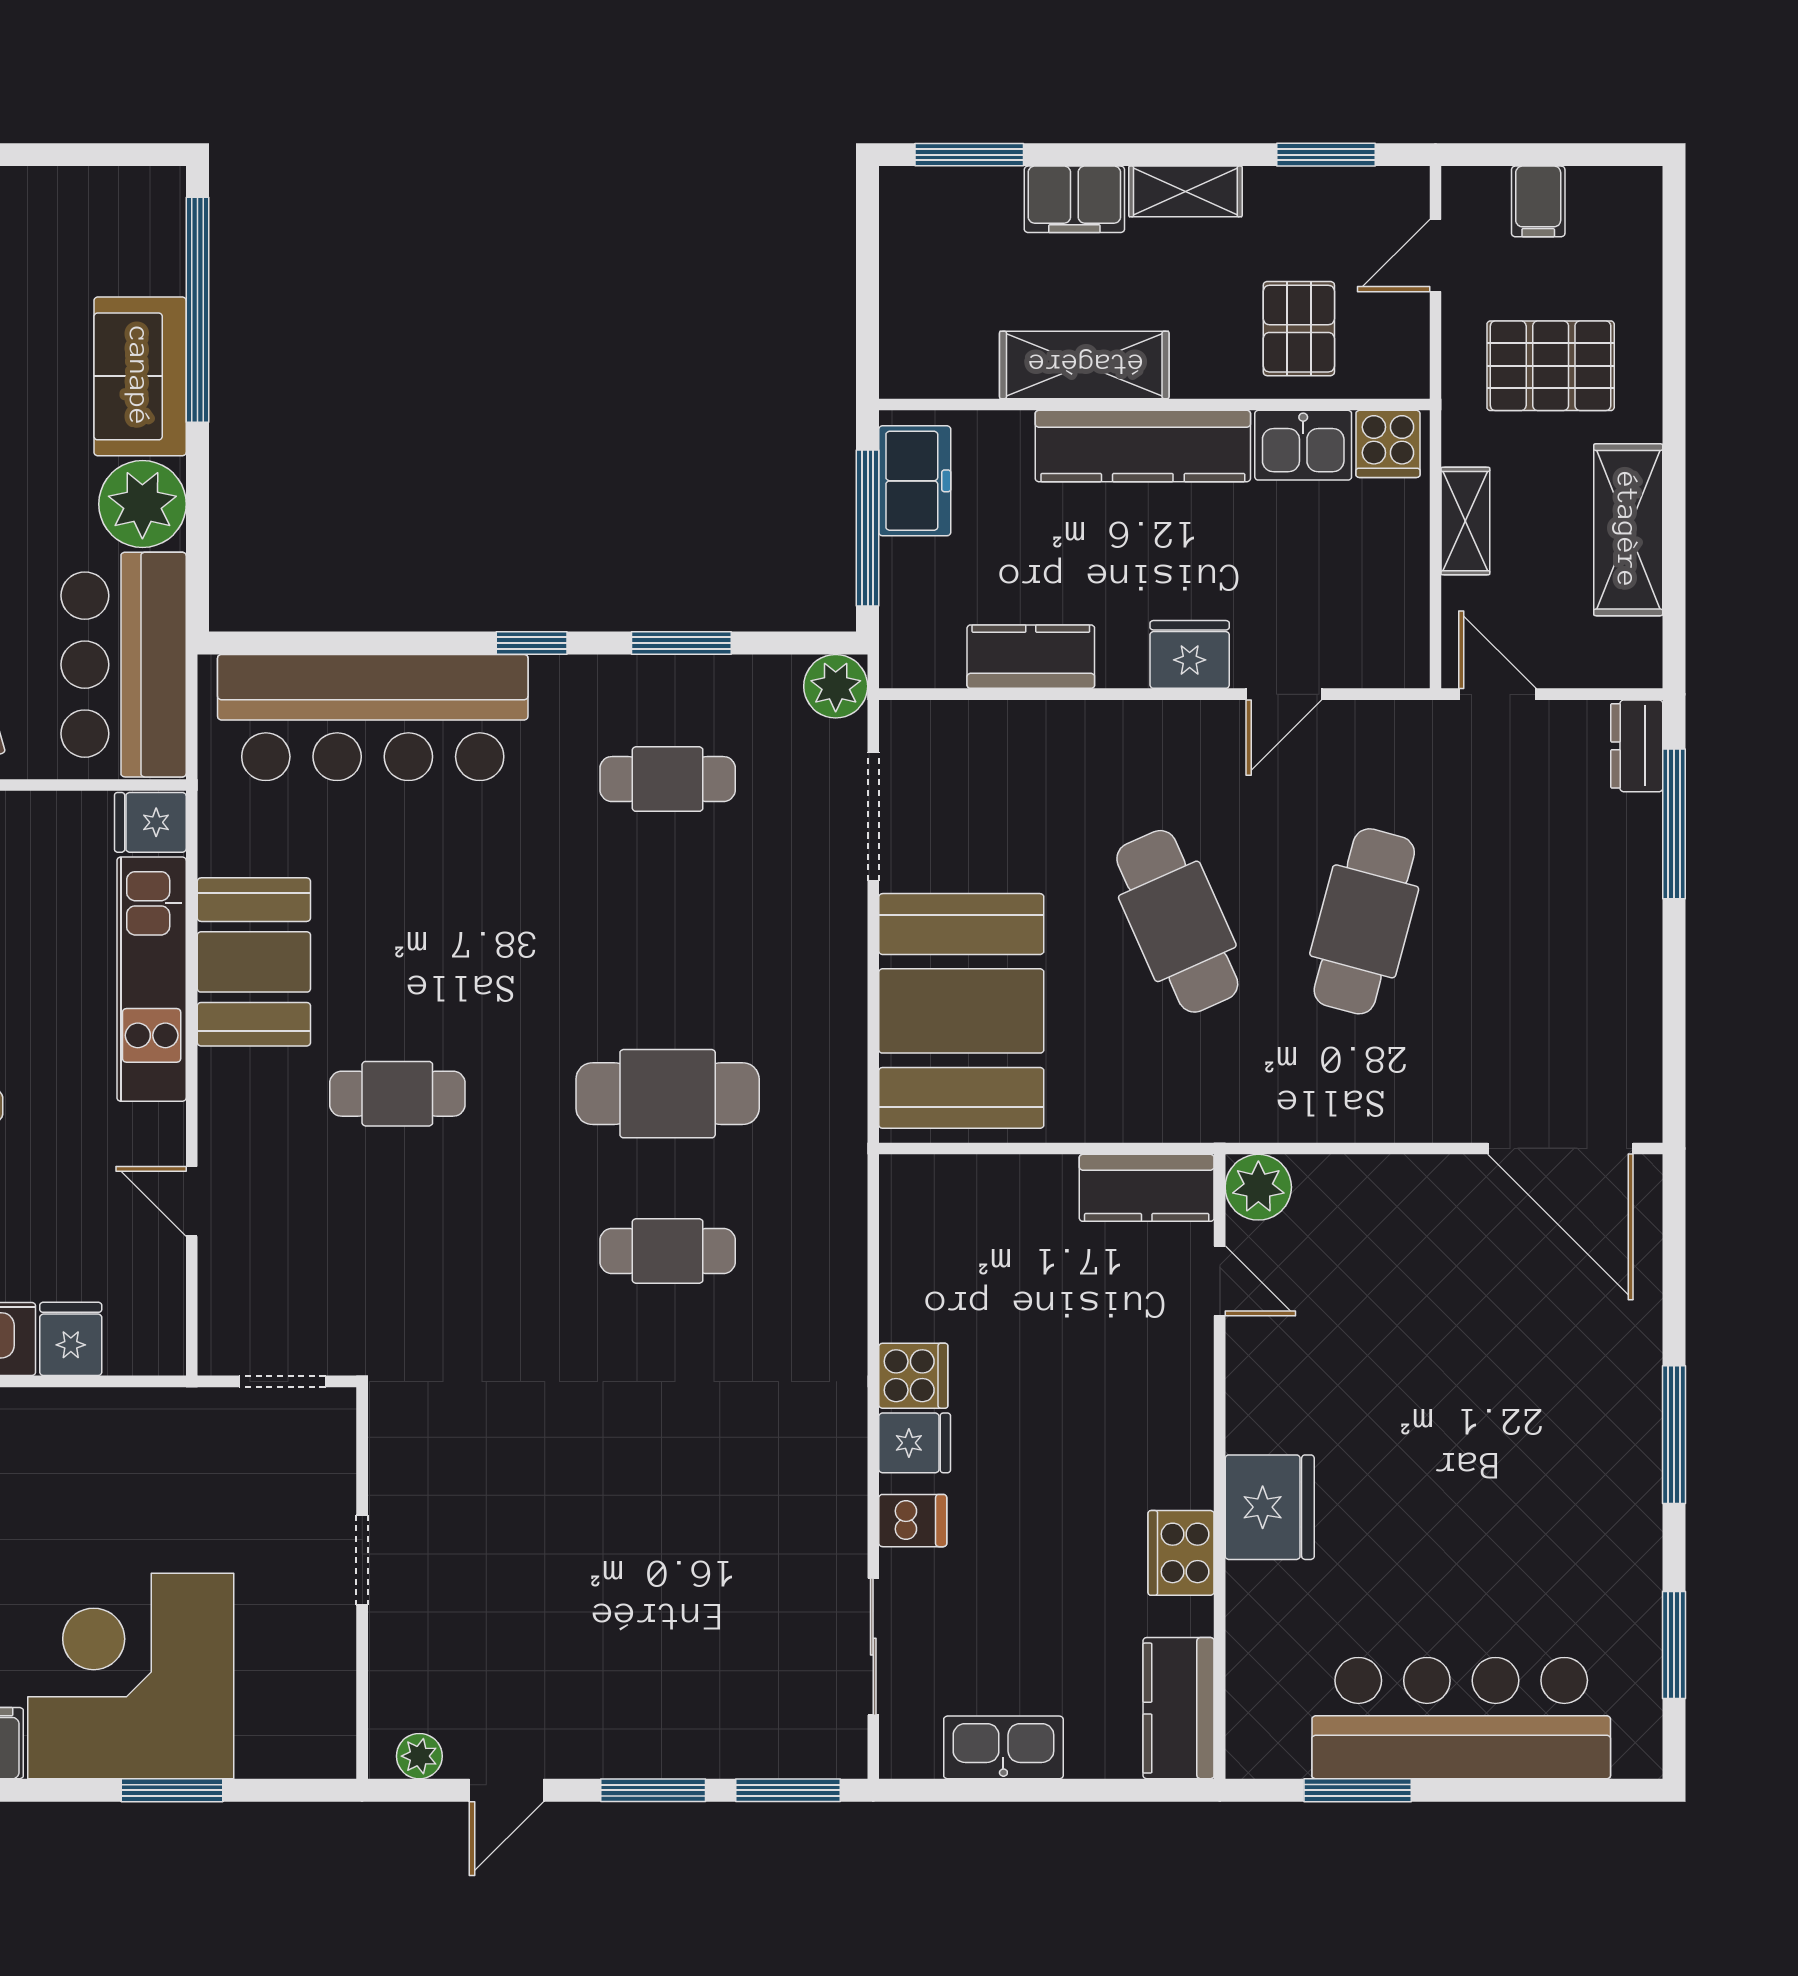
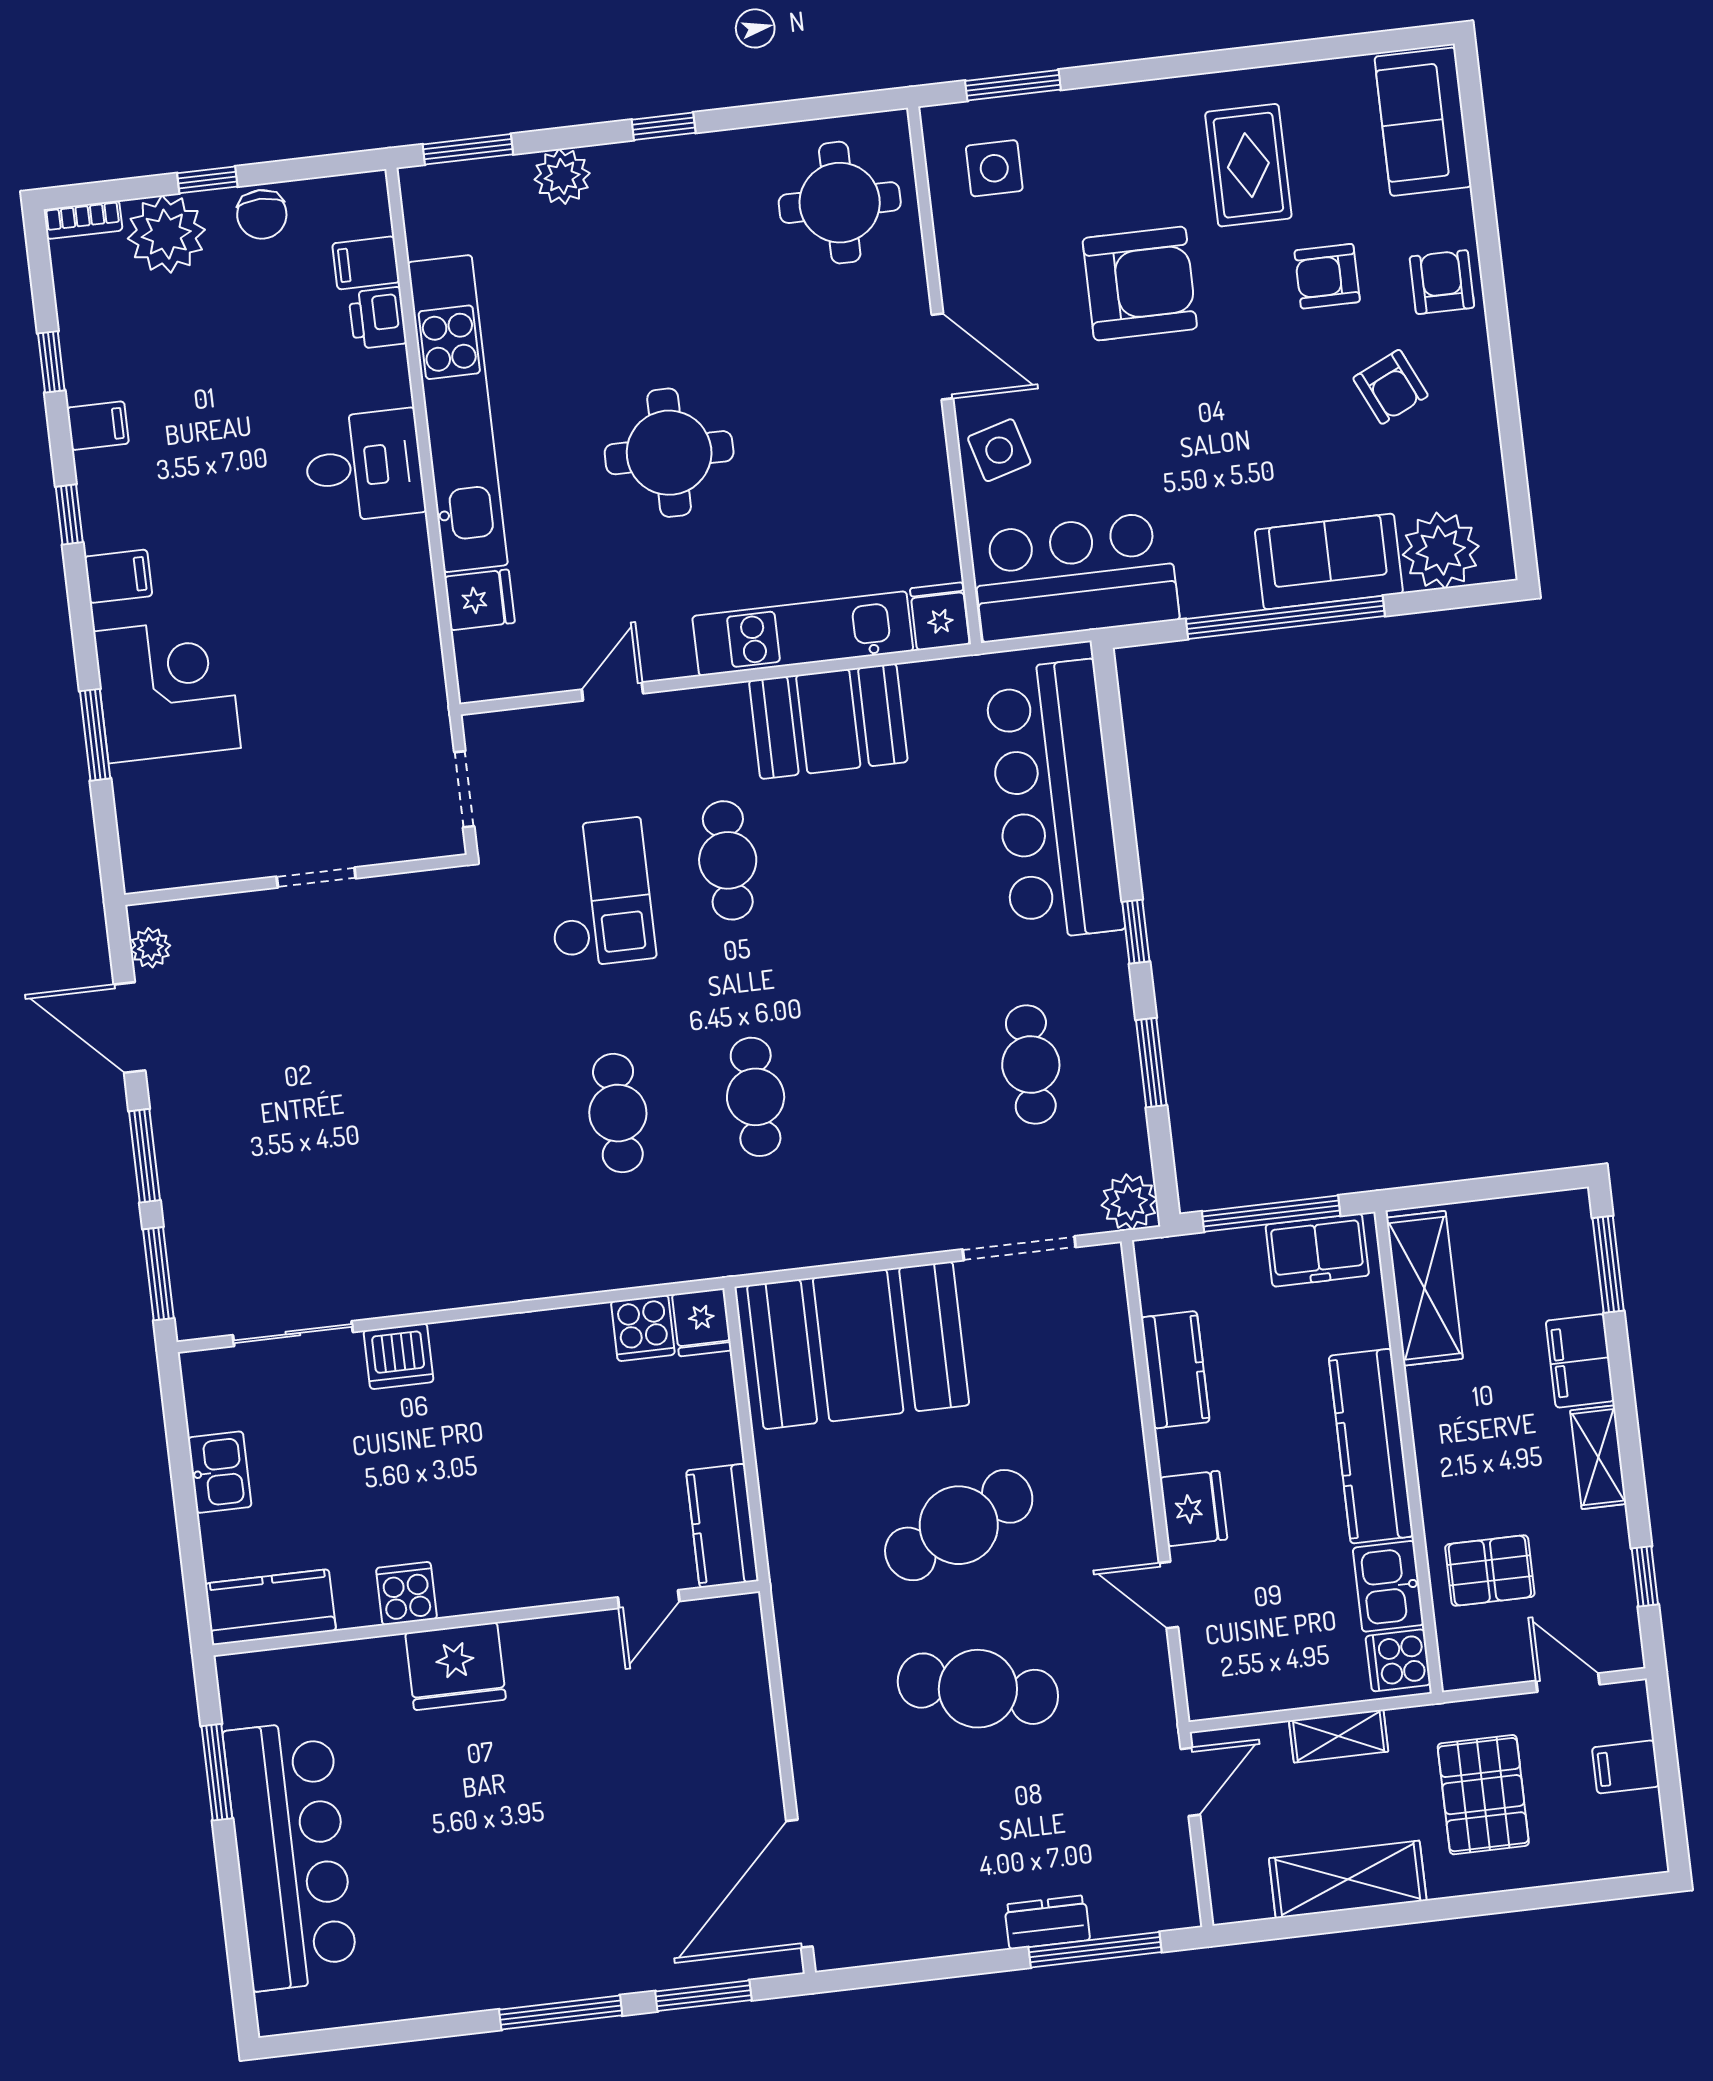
window: (1326, 155) -> (1645, 1576), width x0.67
window: (197, 310) -> (1285, 617), moved
shelving: (1084, 365) -> (1424, 1288), moved
plant: (142, 504) -> (1441, 550), moved
dresser: (1637, 746) -> (1047, 1922), moved
cafe table: (668, 1094) -> (756, 1097), width x0.73, depth x0.74
plant: (1258, 1187) -> (734, 1623), removed
checkout: (417, 1243) -> (599, 893), added
cooker: (913, 1376) -> (643, 1328), moved
fridge: (915, 1443) -> (702, 1322), moved
dishwasher: (913, 1521) -> (399, 1356), width x1.38
cooker: (1181, 1553) -> (406, 1593), width x0.73
window: (1674, 1645) -> (703, 1996), moved
corner desk: (131, 1676) -> (167, 690), width x0.74, depth x0.74
kitchen sink: (1003, 1747) -> (220, 1472), width x0.73
door: (507, 1790) -> (129, 1028), width x1.38

